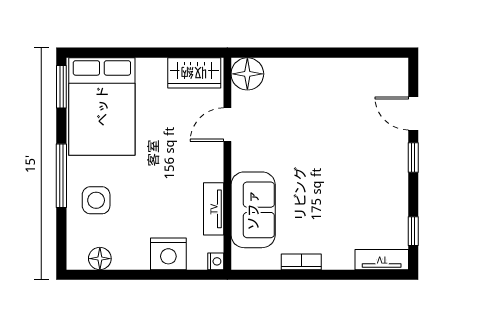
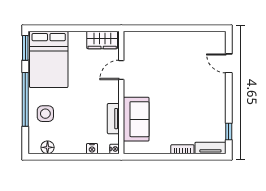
floor lamp: (247, 74) -> (133, 41), removed
window: (413, 158) -> (229, 89), removed
window: (61, 176) -> (25, 99), width x1.46
nightstand: (168, 254) -> (92, 149), width x0.53, depth x0.56
bookcase: (301, 262) -> (182, 149), moved

